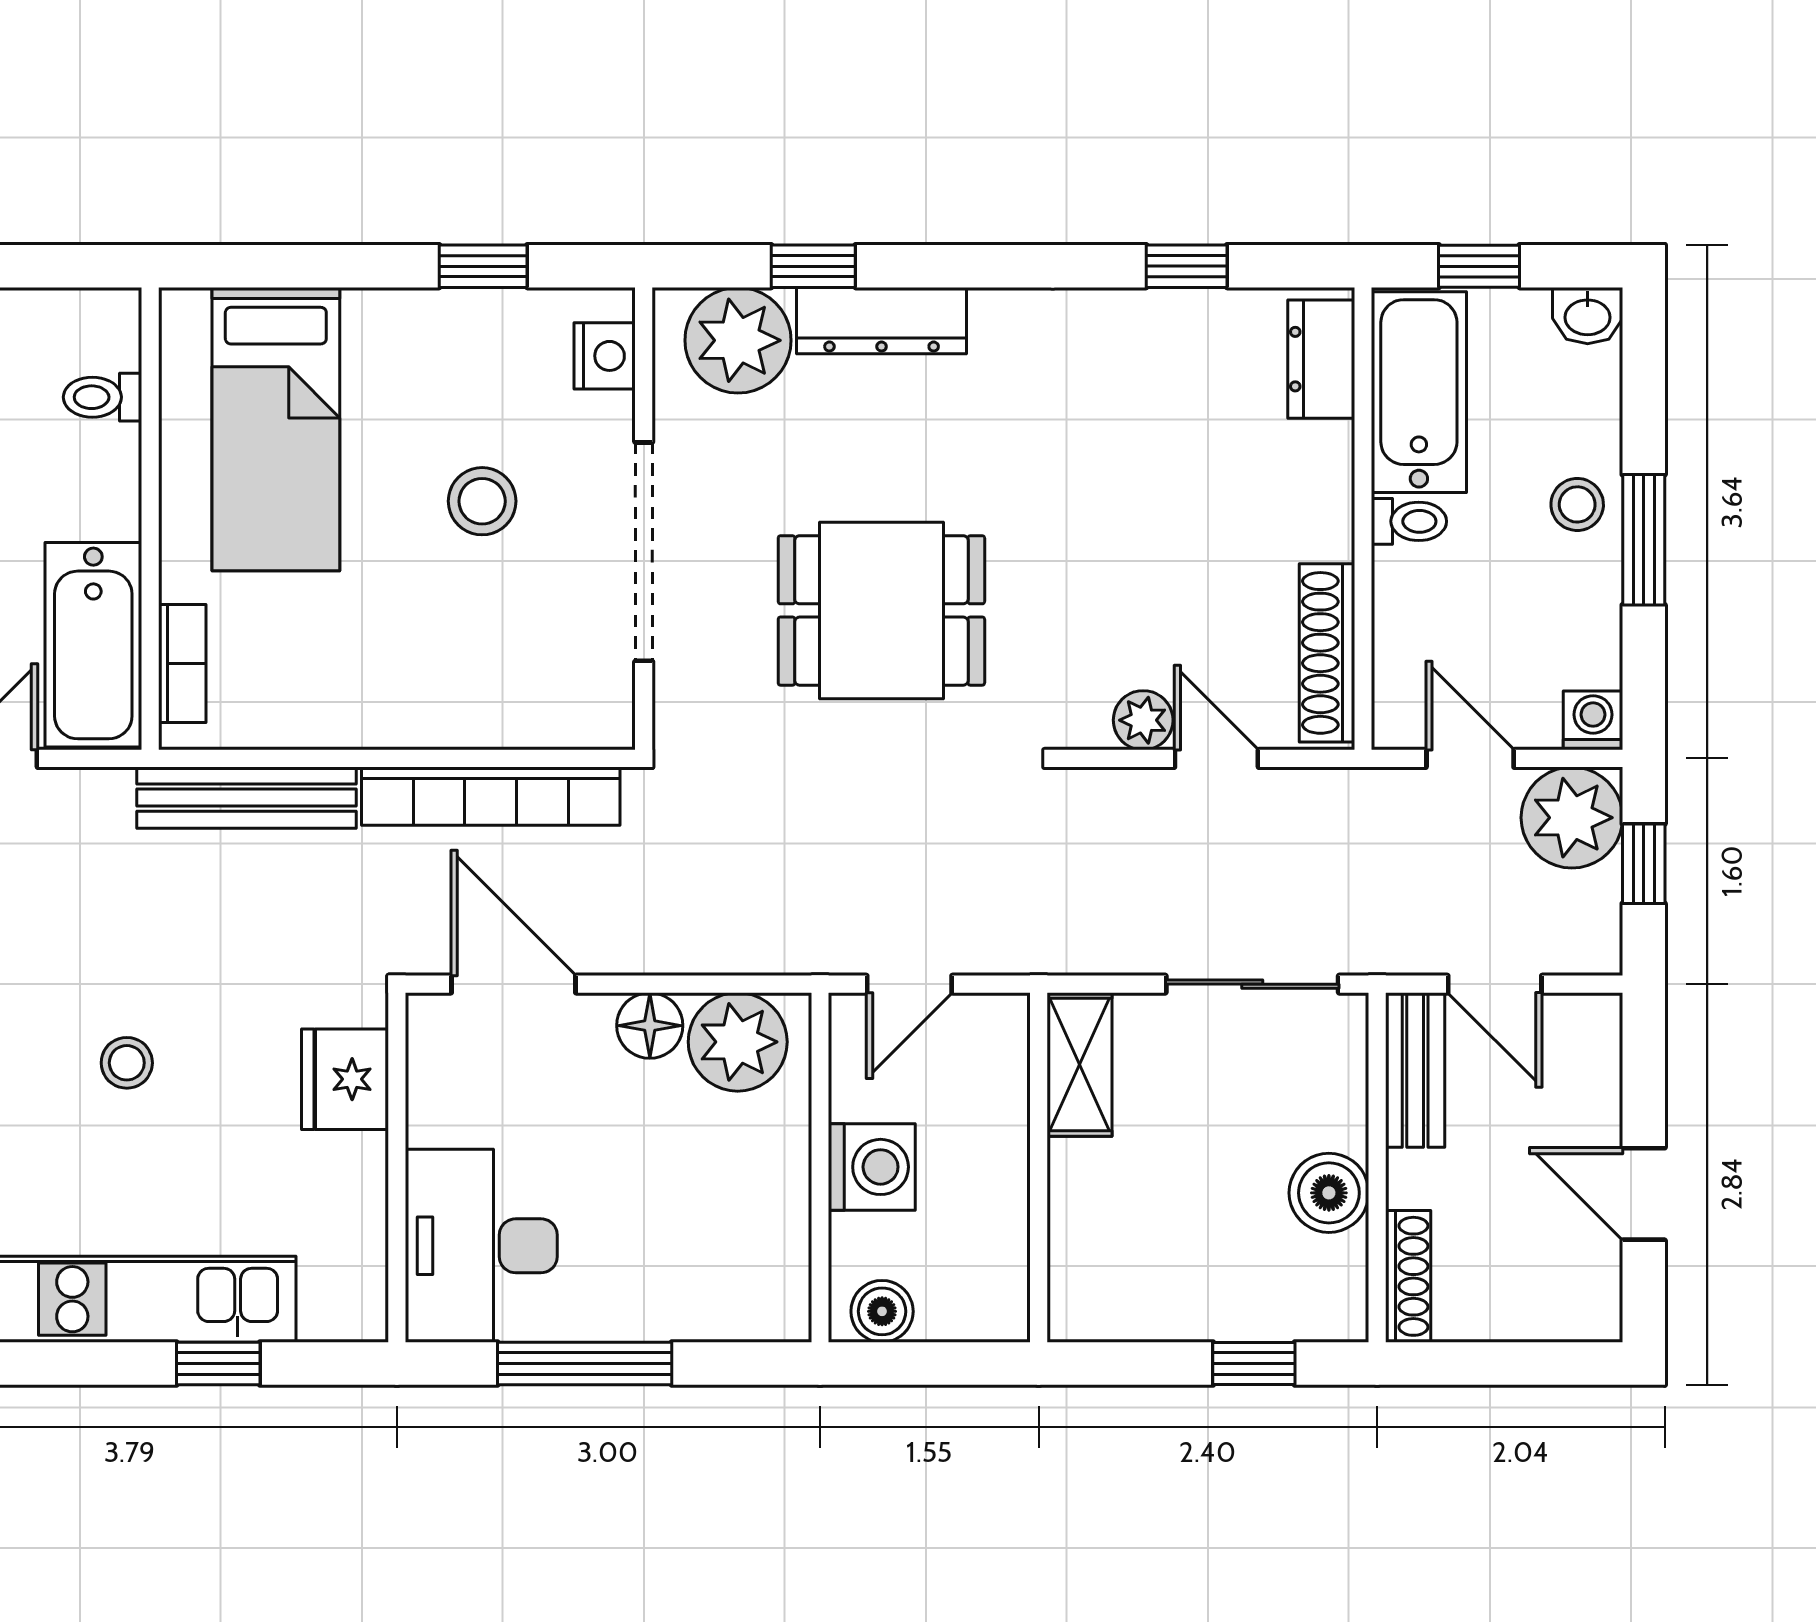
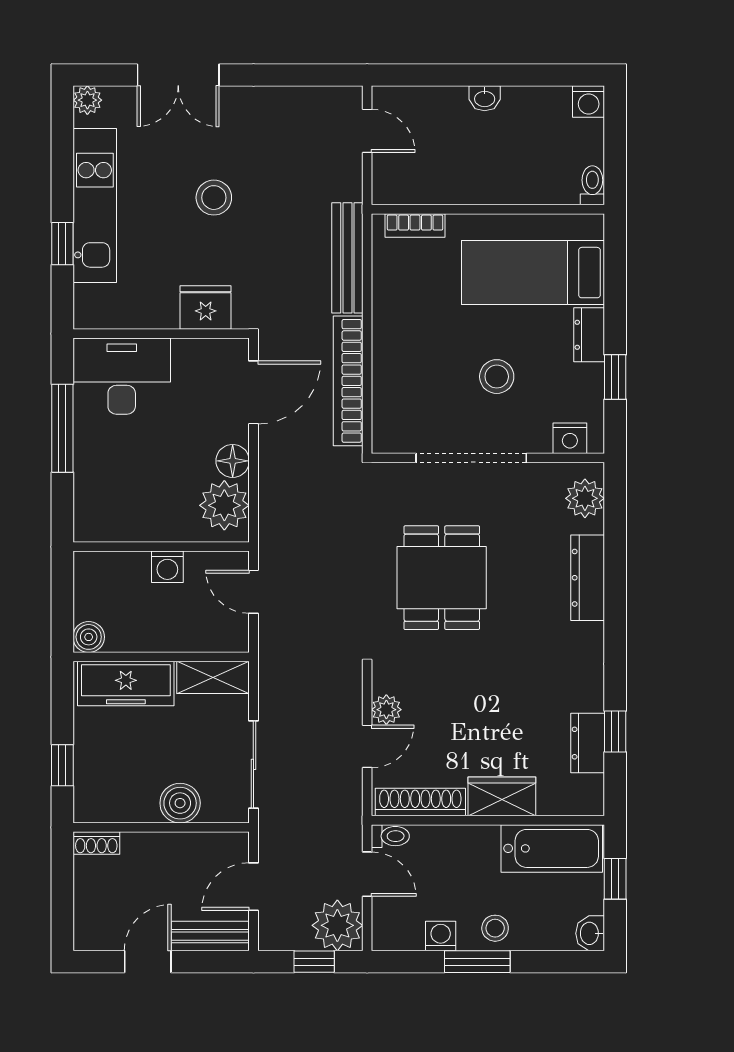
window: (813, 266) -> (615, 543), removed
dresser: (399, 318) -> (589, 335), added
plant: (738, 340) -> (585, 498), width x0.73, depth x0.73
dresser: (1321, 359) -> (588, 743), moved, turned -90
toilet: (103, 397) -> (592, 185), moved
wardrobe: (1316, 491) -> (502, 796), added
toilet: (1409, 521) -> (390, 836), moved, turned -90
bathtub: (93, 645) -> (424, 181), removed
washing machine: (1593, 720) -> (441, 936), moved, turned -90
door: (1470, 758) -> (367, 874), hinge flipped
stool: (127, 1063) -> (214, 198), width x1.37, depth x1.37
bench: (1415, 1070) -> (210, 936), moved
washing machine: (872, 1167) -> (167, 567), width x0.73, depth x0.73
boiler: (1329, 1193) -> (180, 803), moved
freezer: (1091, 1238) -> (126, 683), added
shoe rack: (1408, 1276) -> (96, 843), width x0.70
boiler: (882, 1311) -> (89, 637), moved

